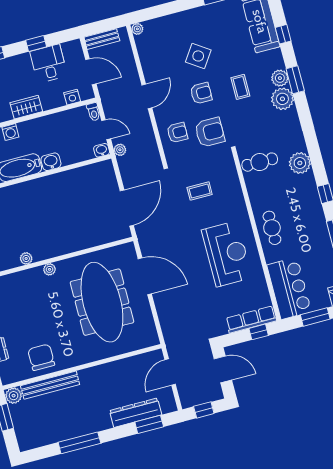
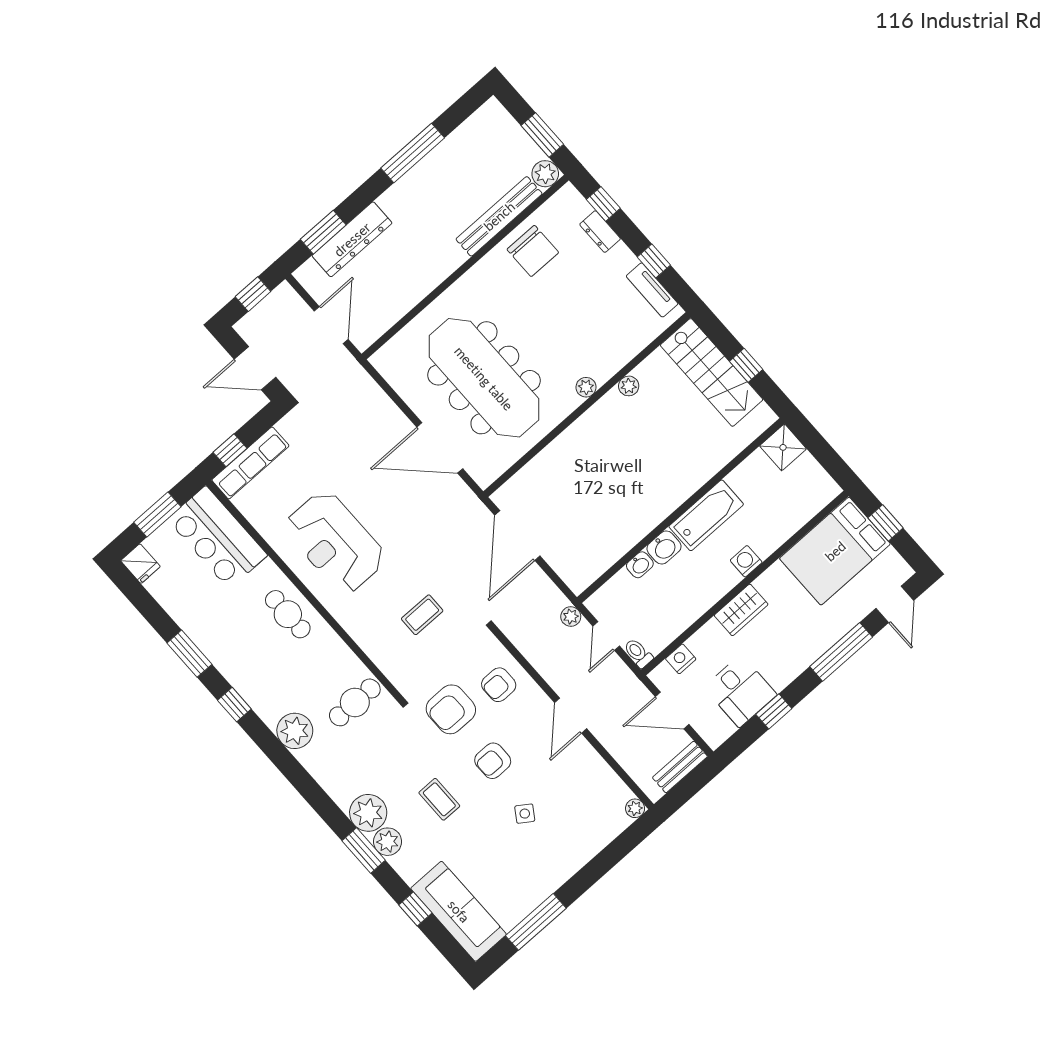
side table: (198, 56) -> (525, 814), width x0.54, depth x0.54
door: (106, 130) -> (606, 636), hinge flipped
washbasin: (102, 150) -> (640, 565), moved

